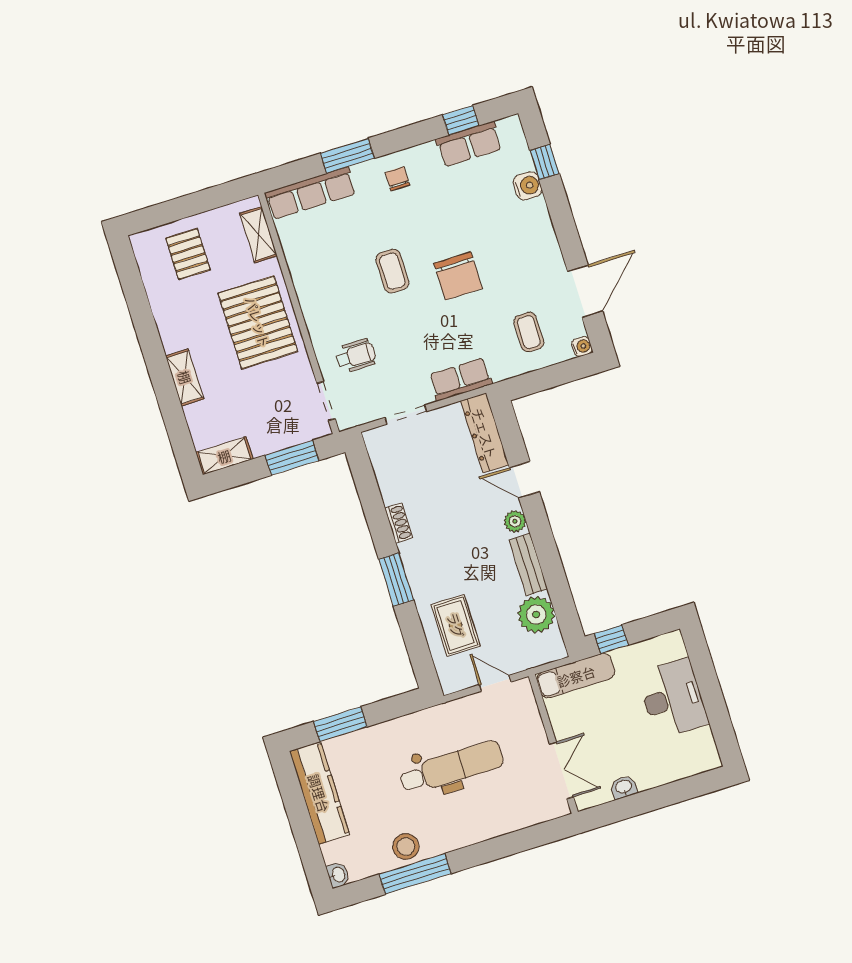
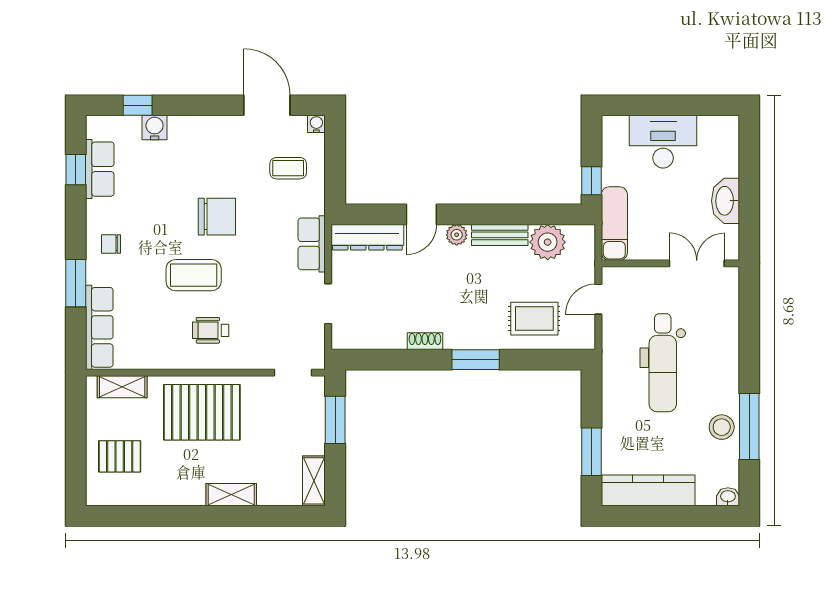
coffee table: (392, 271) -> (194, 275), width x1.36, depth x1.30
wheelchair: (356, 356) -> (211, 330), moved, turned -90
dental chair: (452, 767) -> (663, 363), turned 180
washbasin: (624, 787) -> (725, 201), width x1.91, depth x1.45

